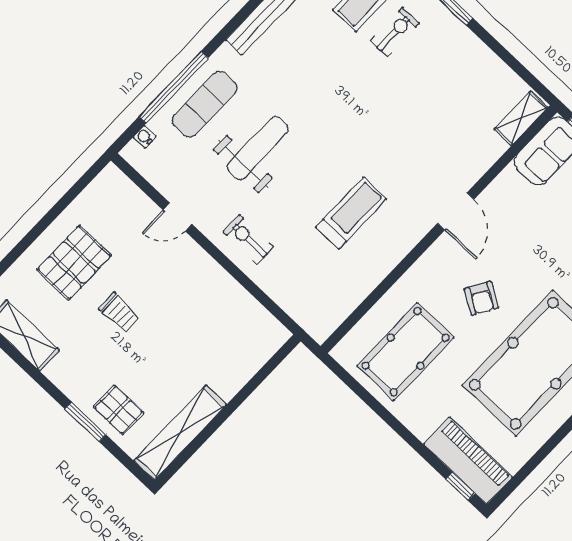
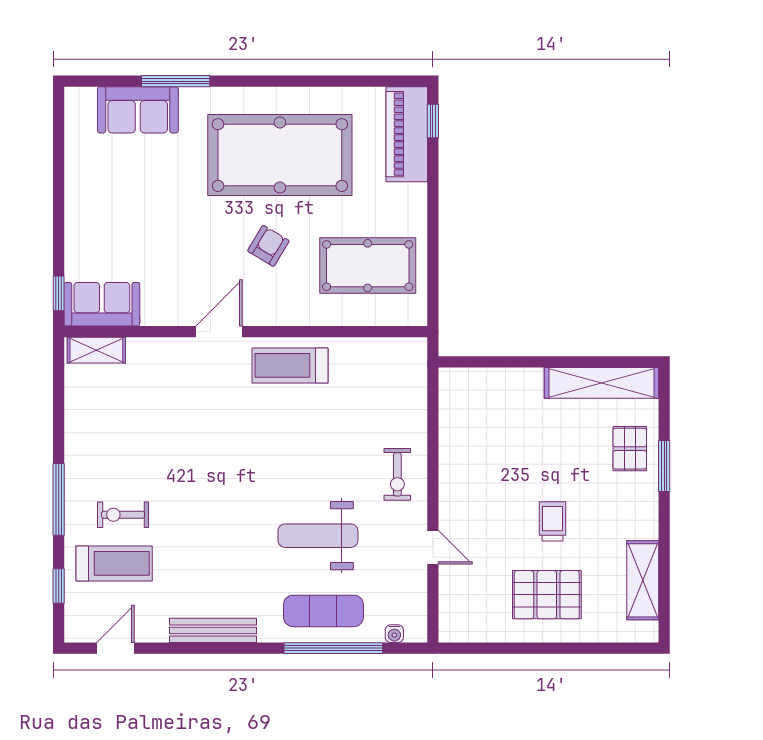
treadmill: (351, 213) -> (290, 365), moved

